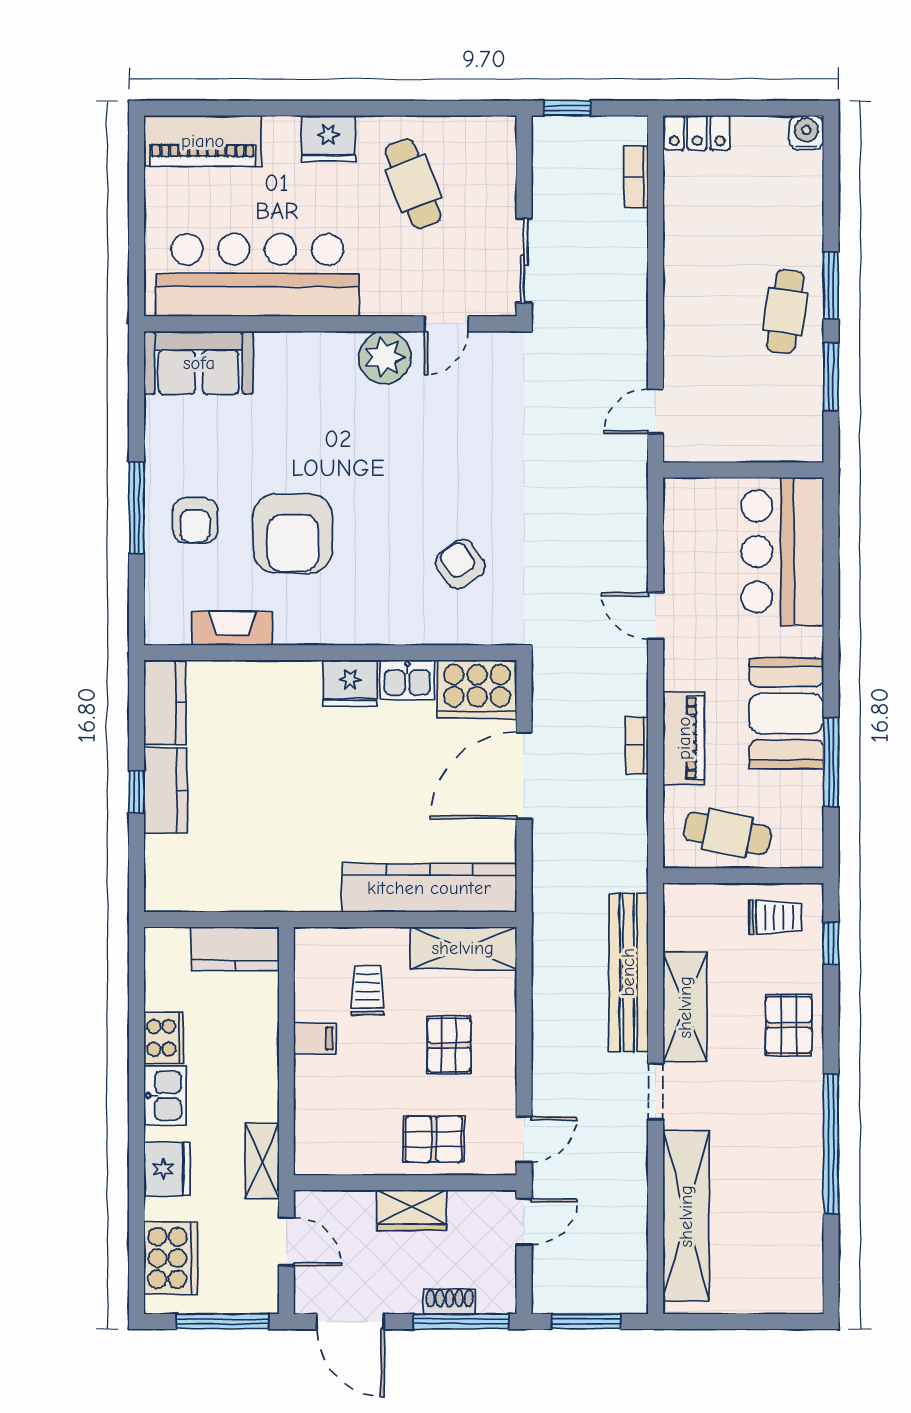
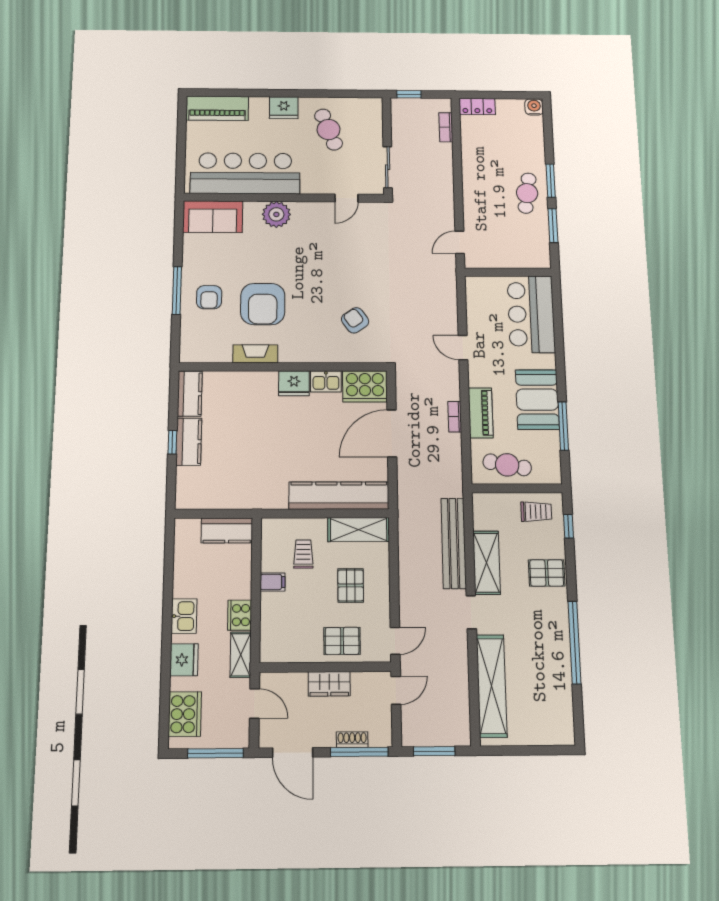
plant: (385, 357) -> (276, 214), moved
fireplace: (232, 628) -> (255, 354), moved
pallet: (789, 1025) -> (547, 573), turned 90
cooker: (164, 1038) -> (240, 615), moved, turned 180

